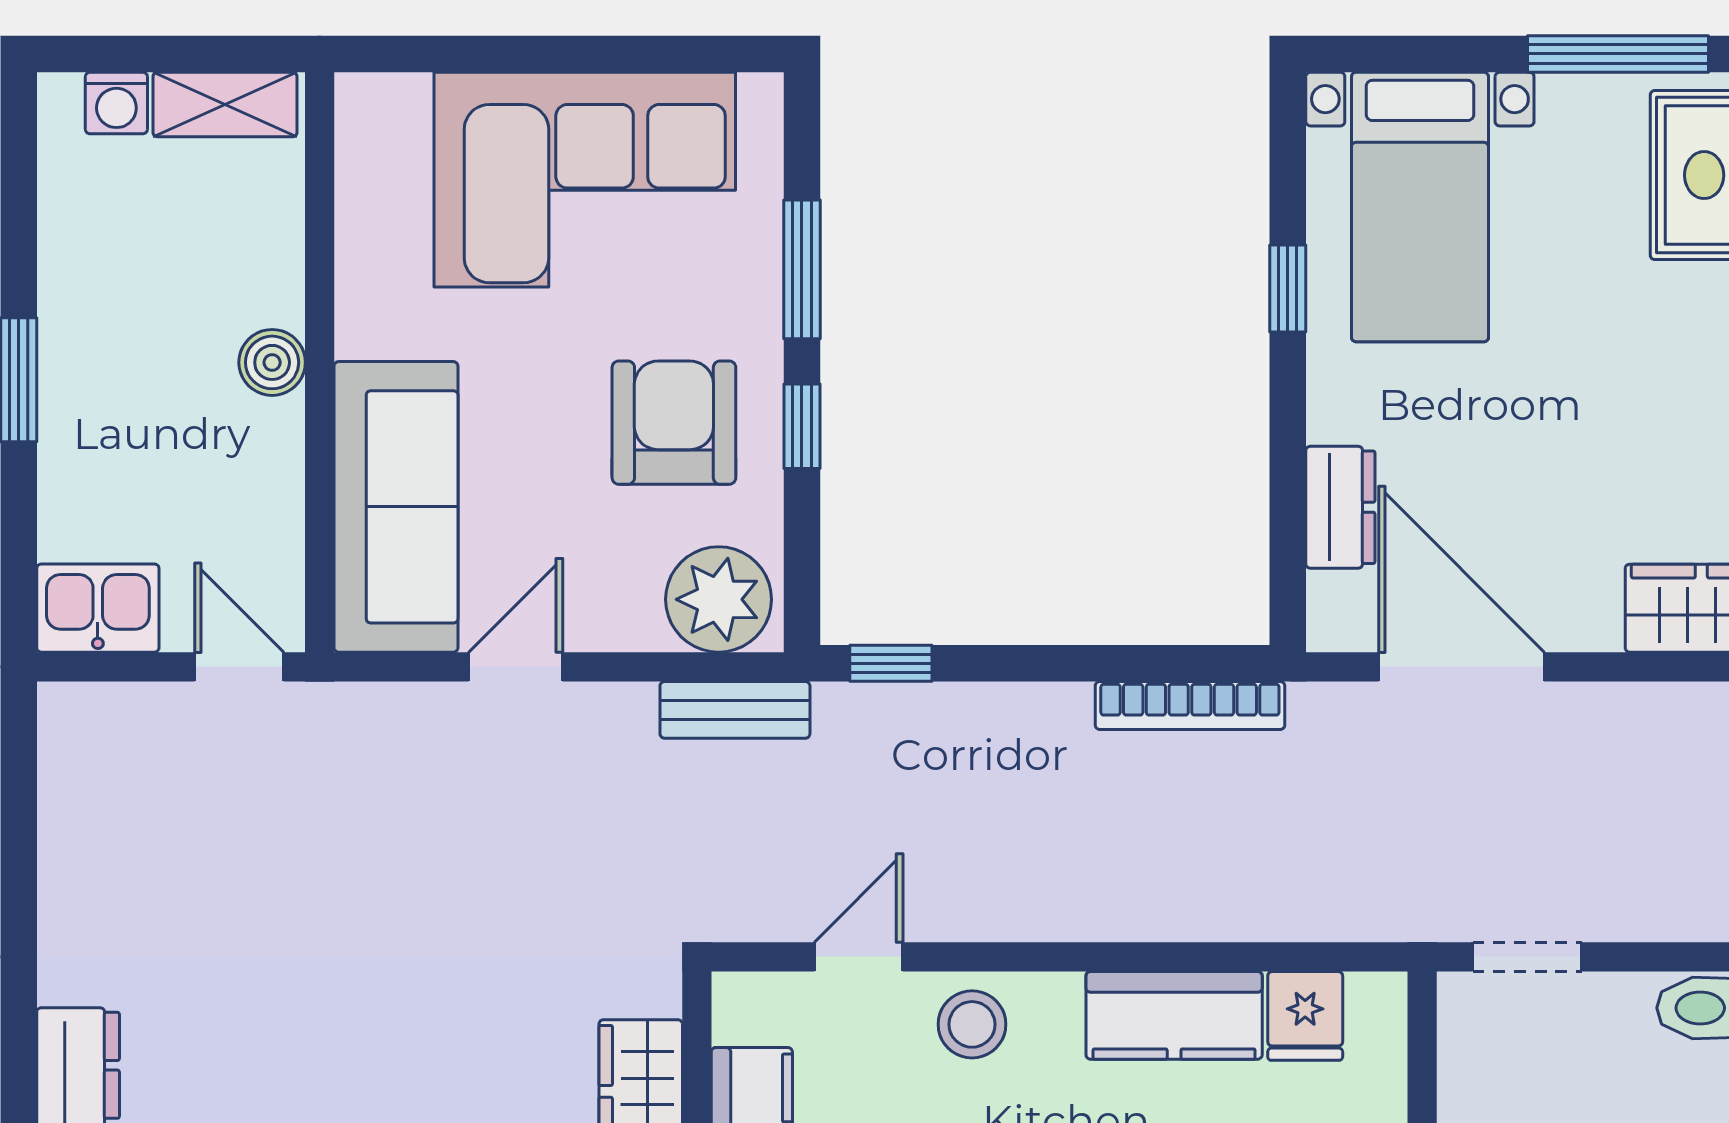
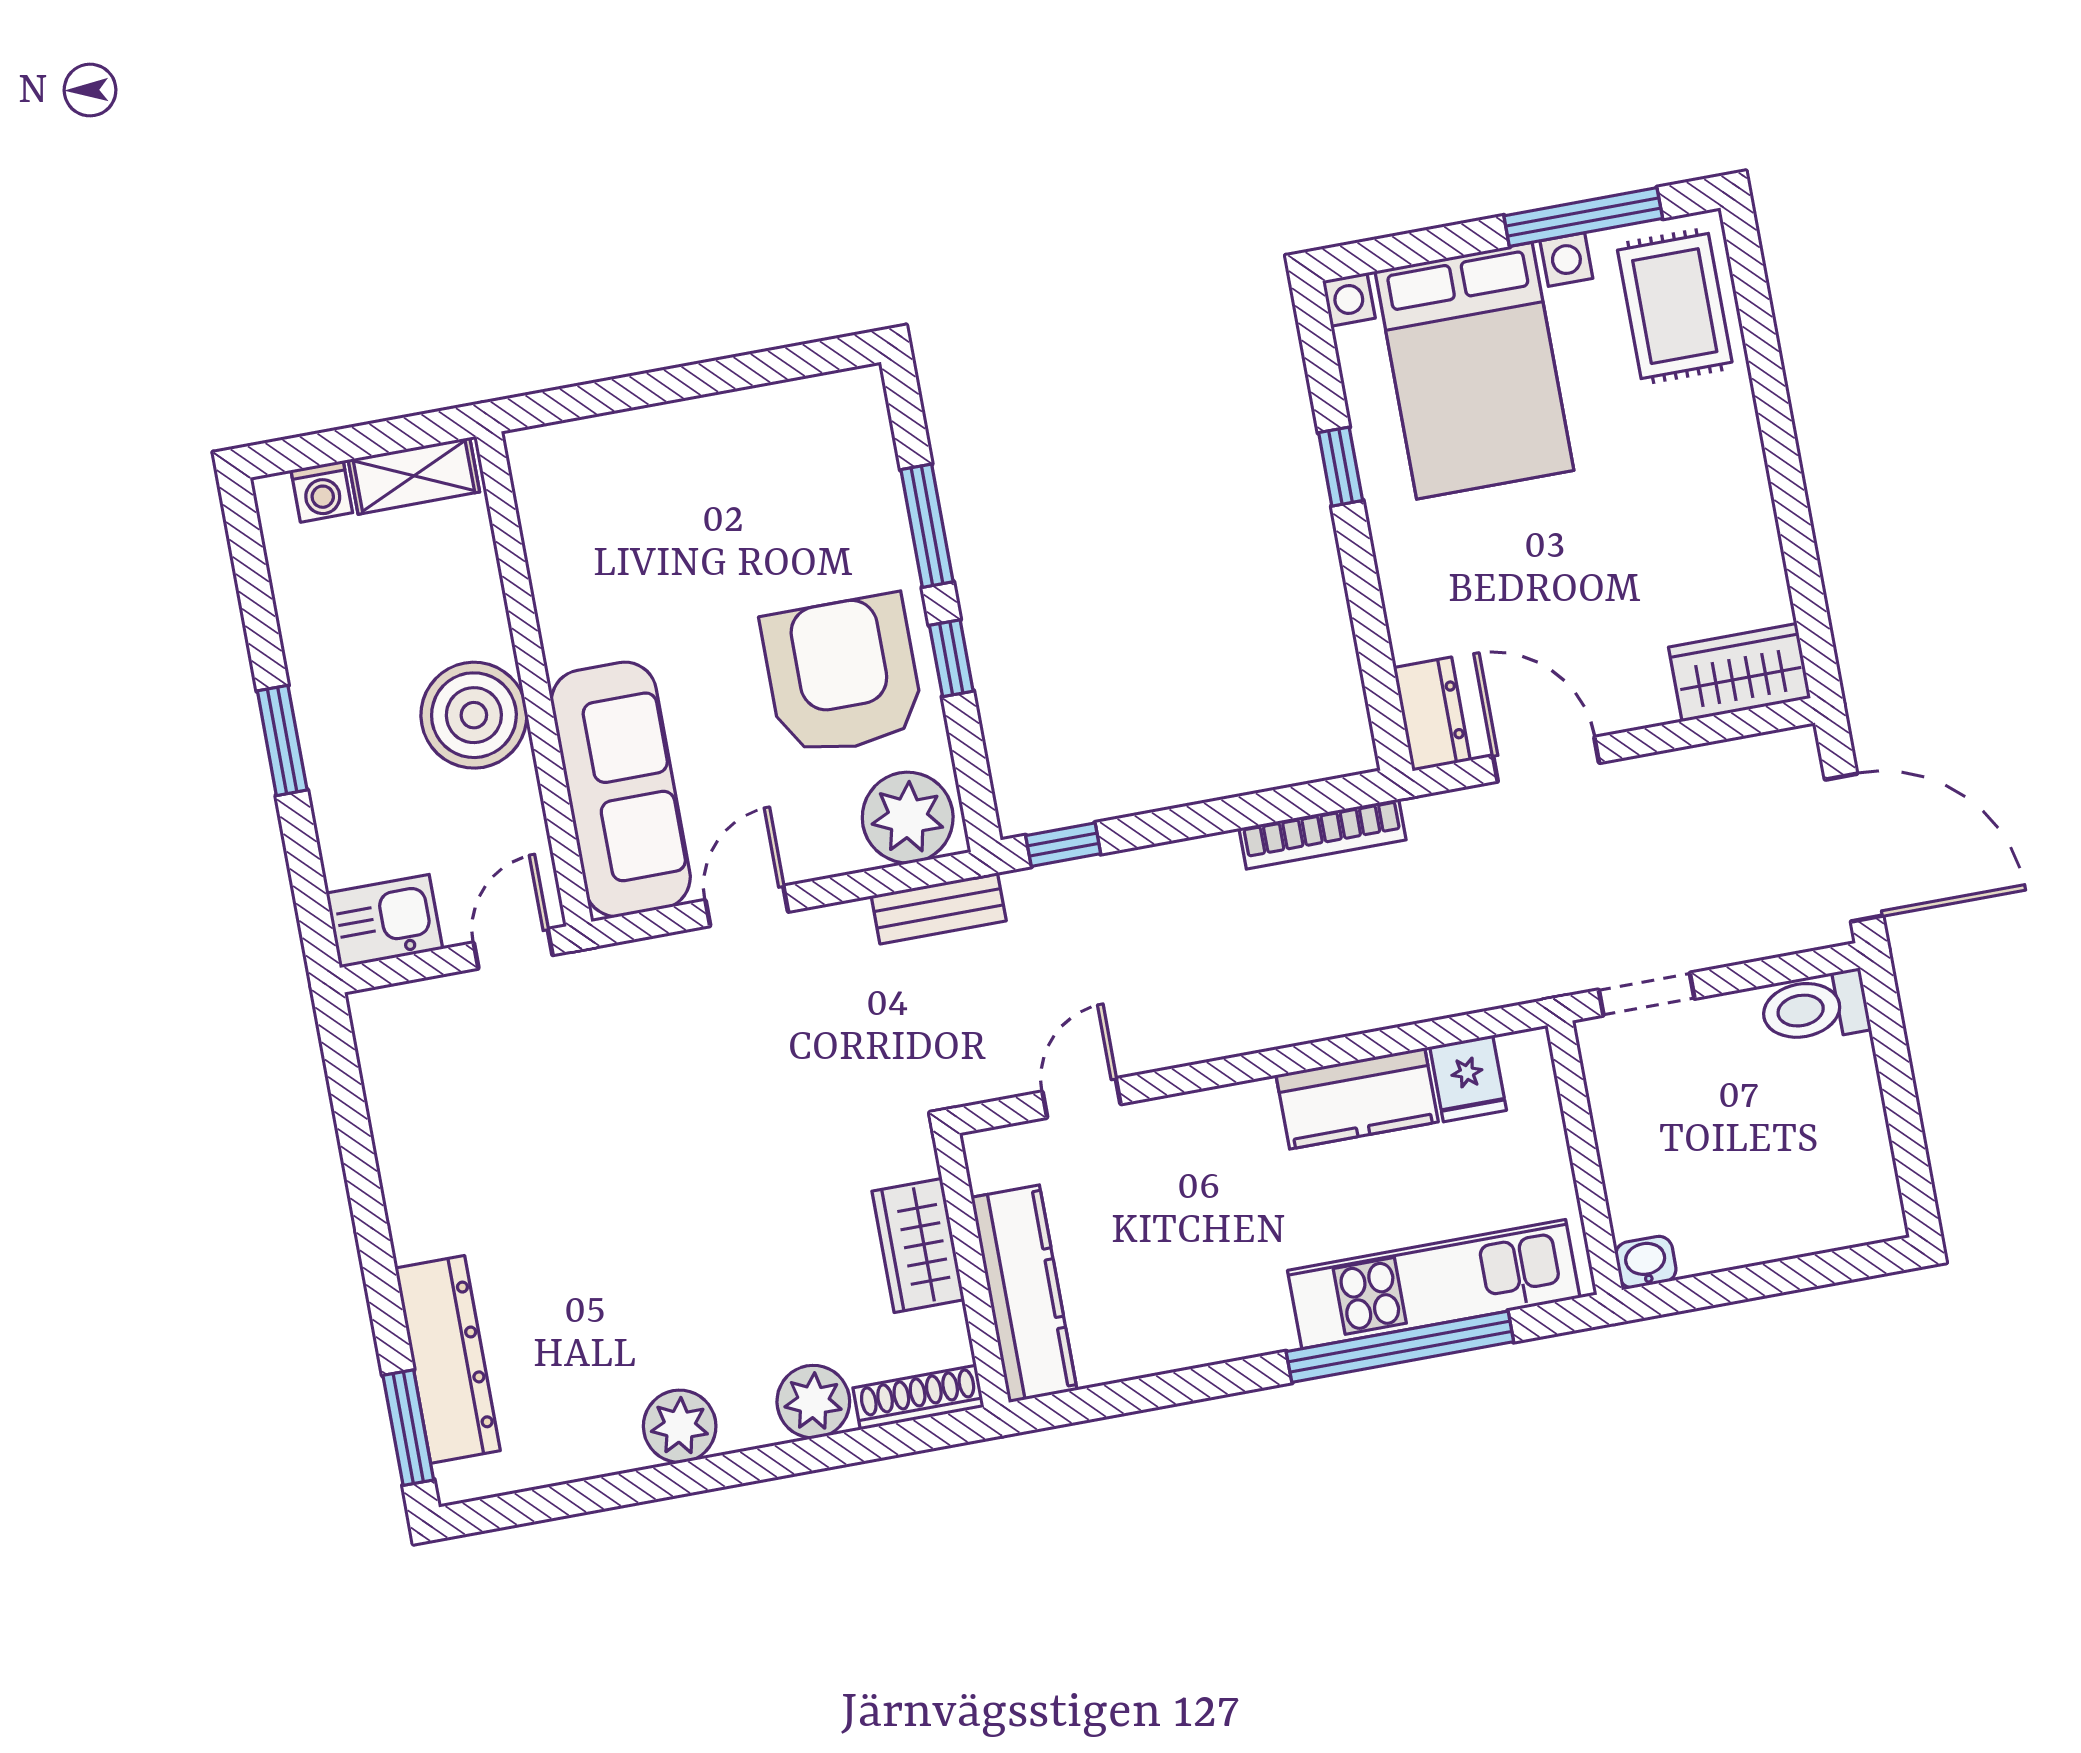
corner sofa: (585, 180) -> (730, 484), removed
bed with nightstands: (1420, 207) -> (1474, 371), width x1.36
boiler: (272, 362) -> (474, 715), width x1.86, depth x1.86
armchair: (674, 423) -> (843, 675), width x1.36, depth x1.36
dresser: (1340, 507) -> (1432, 714), moved
door: (239, 667) -> (513, 949), hinge flipped
door: (1462, 667) -> (1546, 759), width x0.73
stool: (972, 1024) -> (1188, 1137), removed

